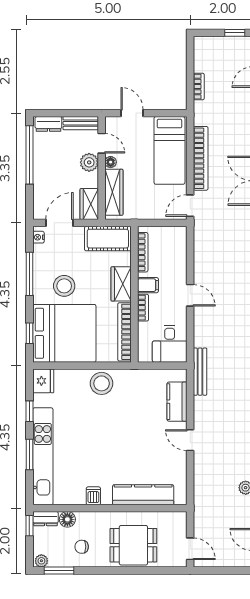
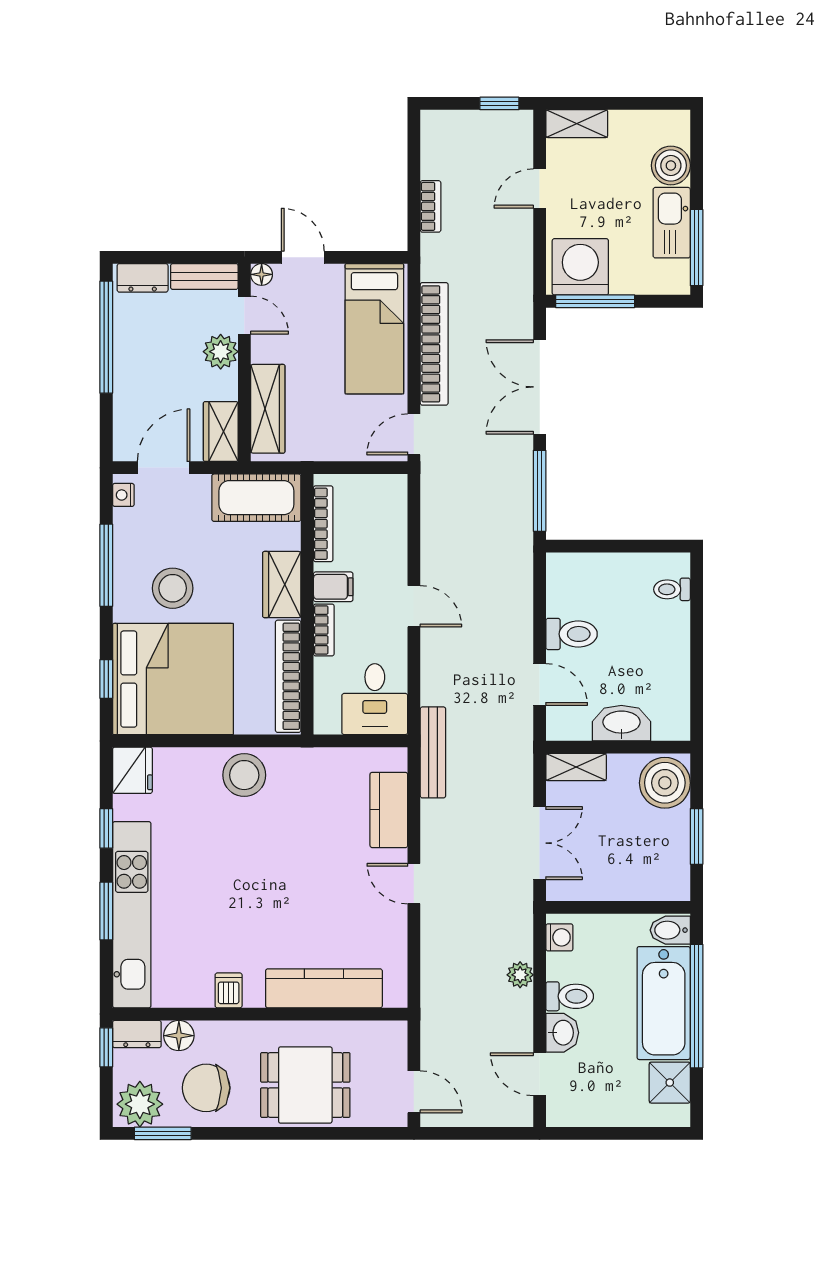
floor lamp: (111, 162) -> (262, 274), moved
chair: (82, 547) -> (206, 1088), width x1.87, depth x1.87
plant: (41, 561) -> (140, 1104), width x1.88, depth x1.88

